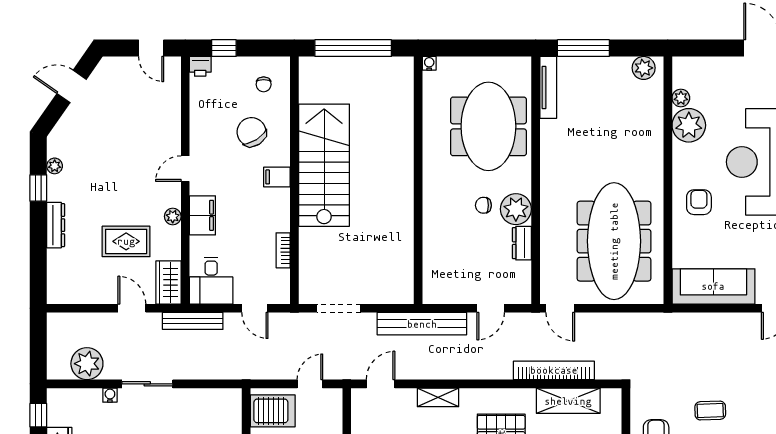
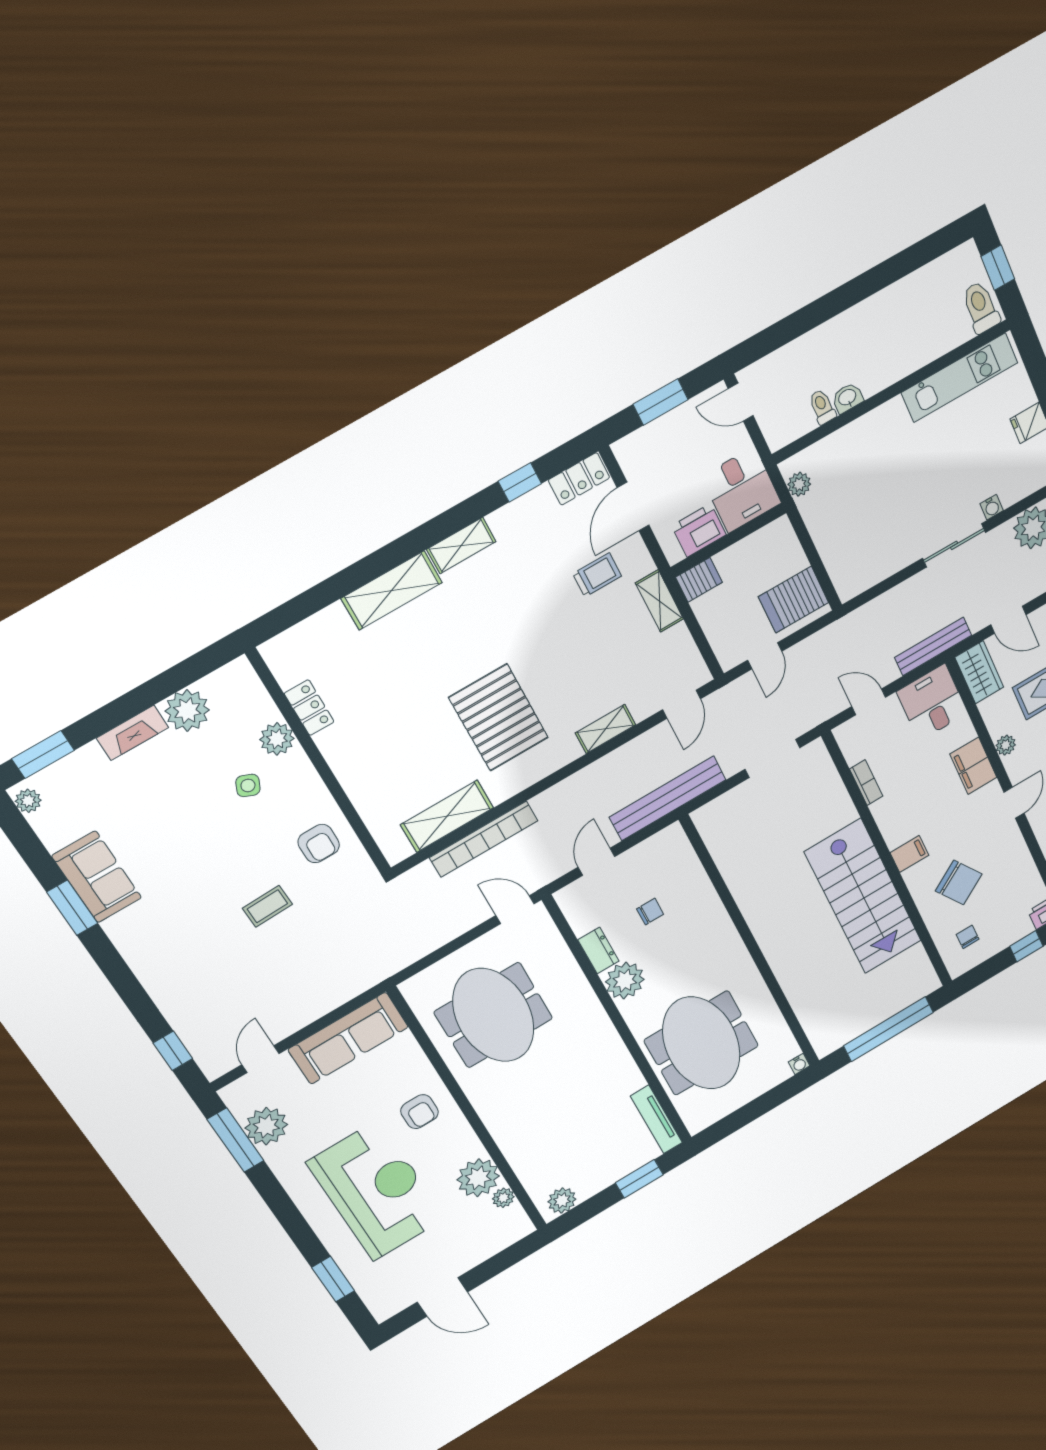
window: (583, 48) -> (639, 1179), width x0.69
chair: (483, 205) -> (650, 912), moved
meeting table: (614, 241) -> (493, 1015), width x0.73

